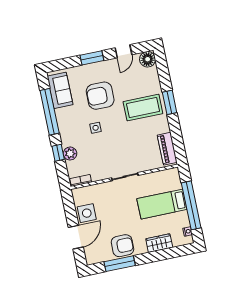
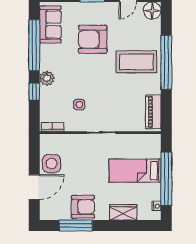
window: (170, 102) -> (166, 62), width x2.11
side table: (96, 128) -> (79, 105), moved
plant: (70, 154) -> (47, 78), moved

